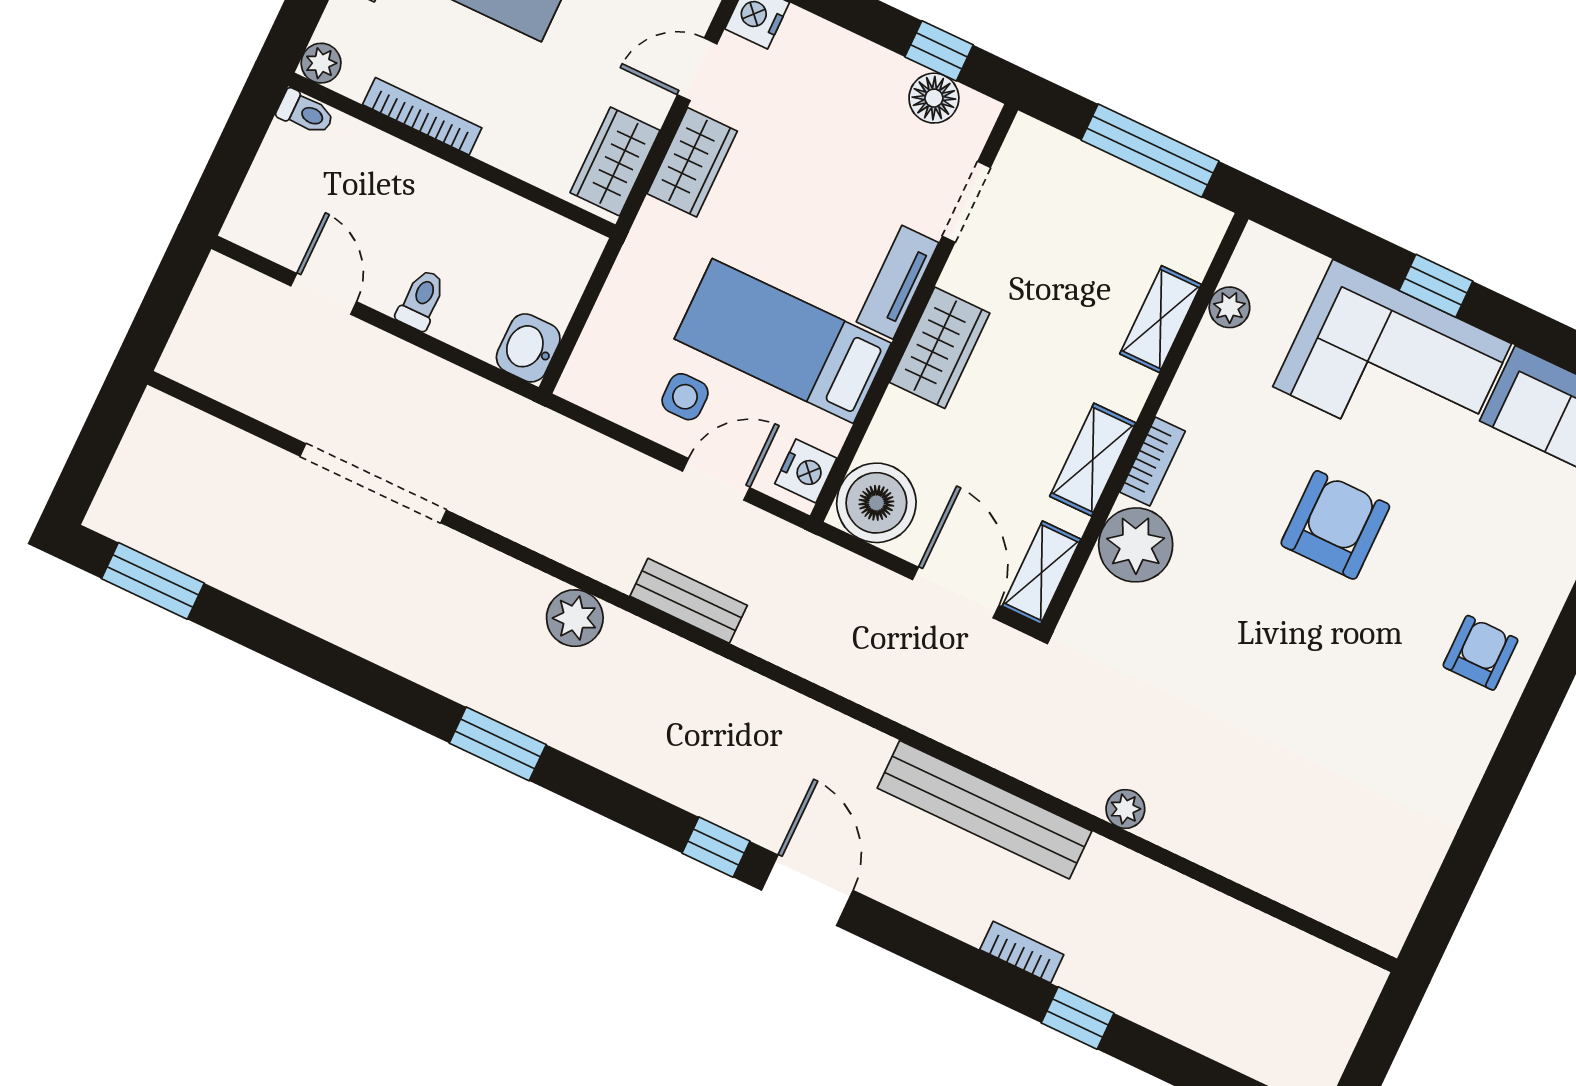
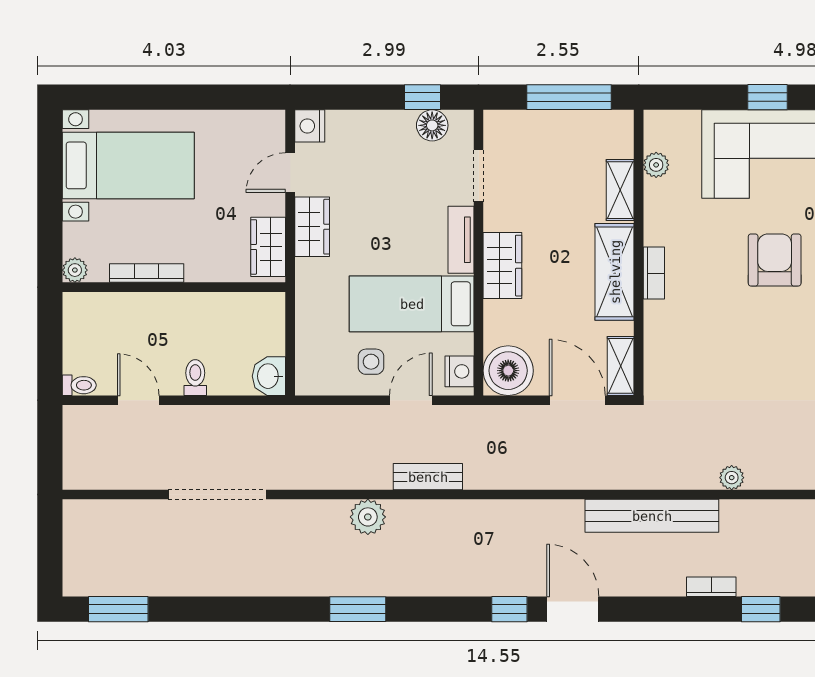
toilet: (305, 113) -> (79, 385), moved
shelving: (1093, 460) -> (615, 272), width x1.50, depth x1.33
plant: (1136, 545) -> (667, 325), removed

